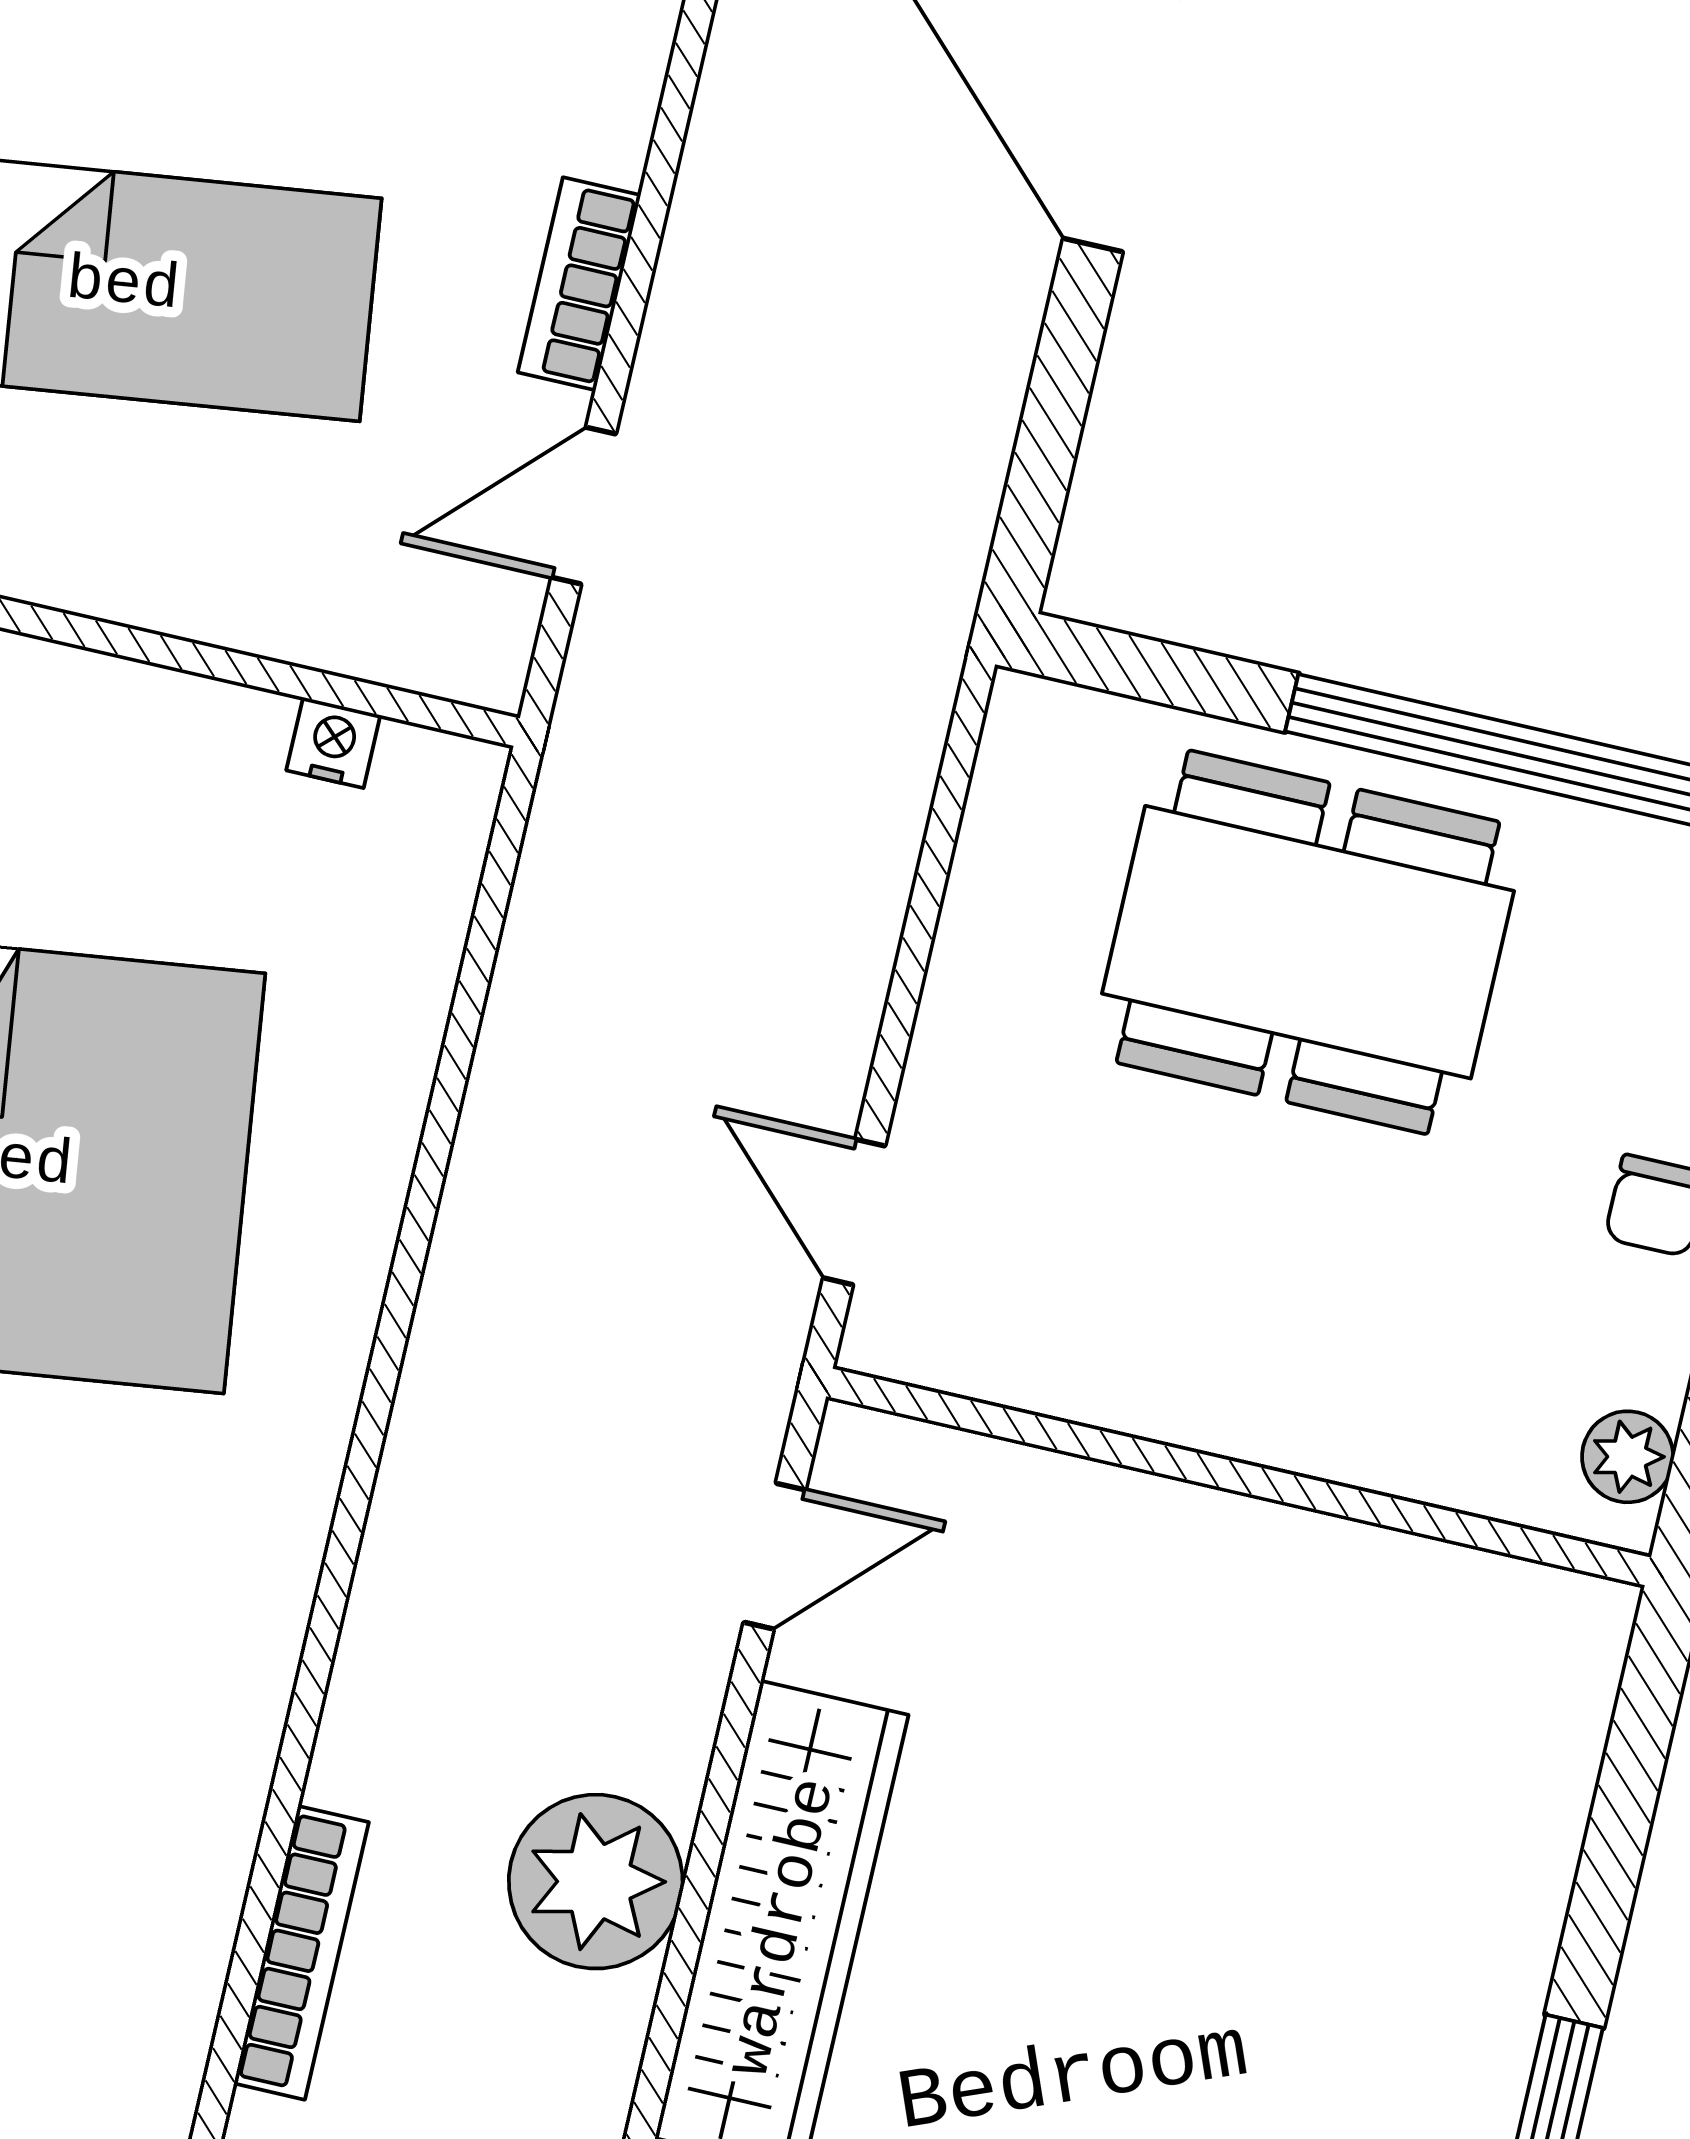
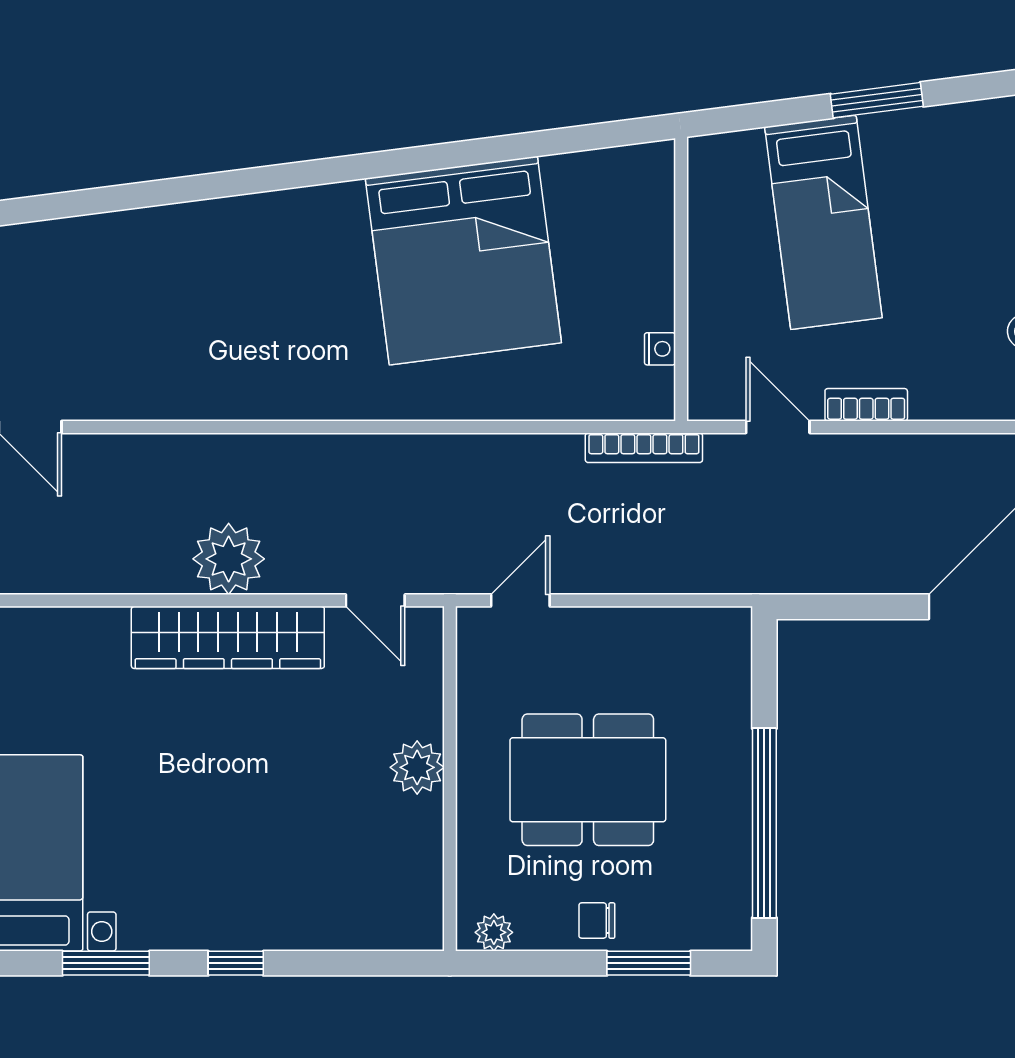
dining table: (1308, 942) -> (588, 780), moved, turned 90
plant: (1194, 1548) -> (417, 767), added
bookcase: (301, 1953) -> (644, 448), moved

